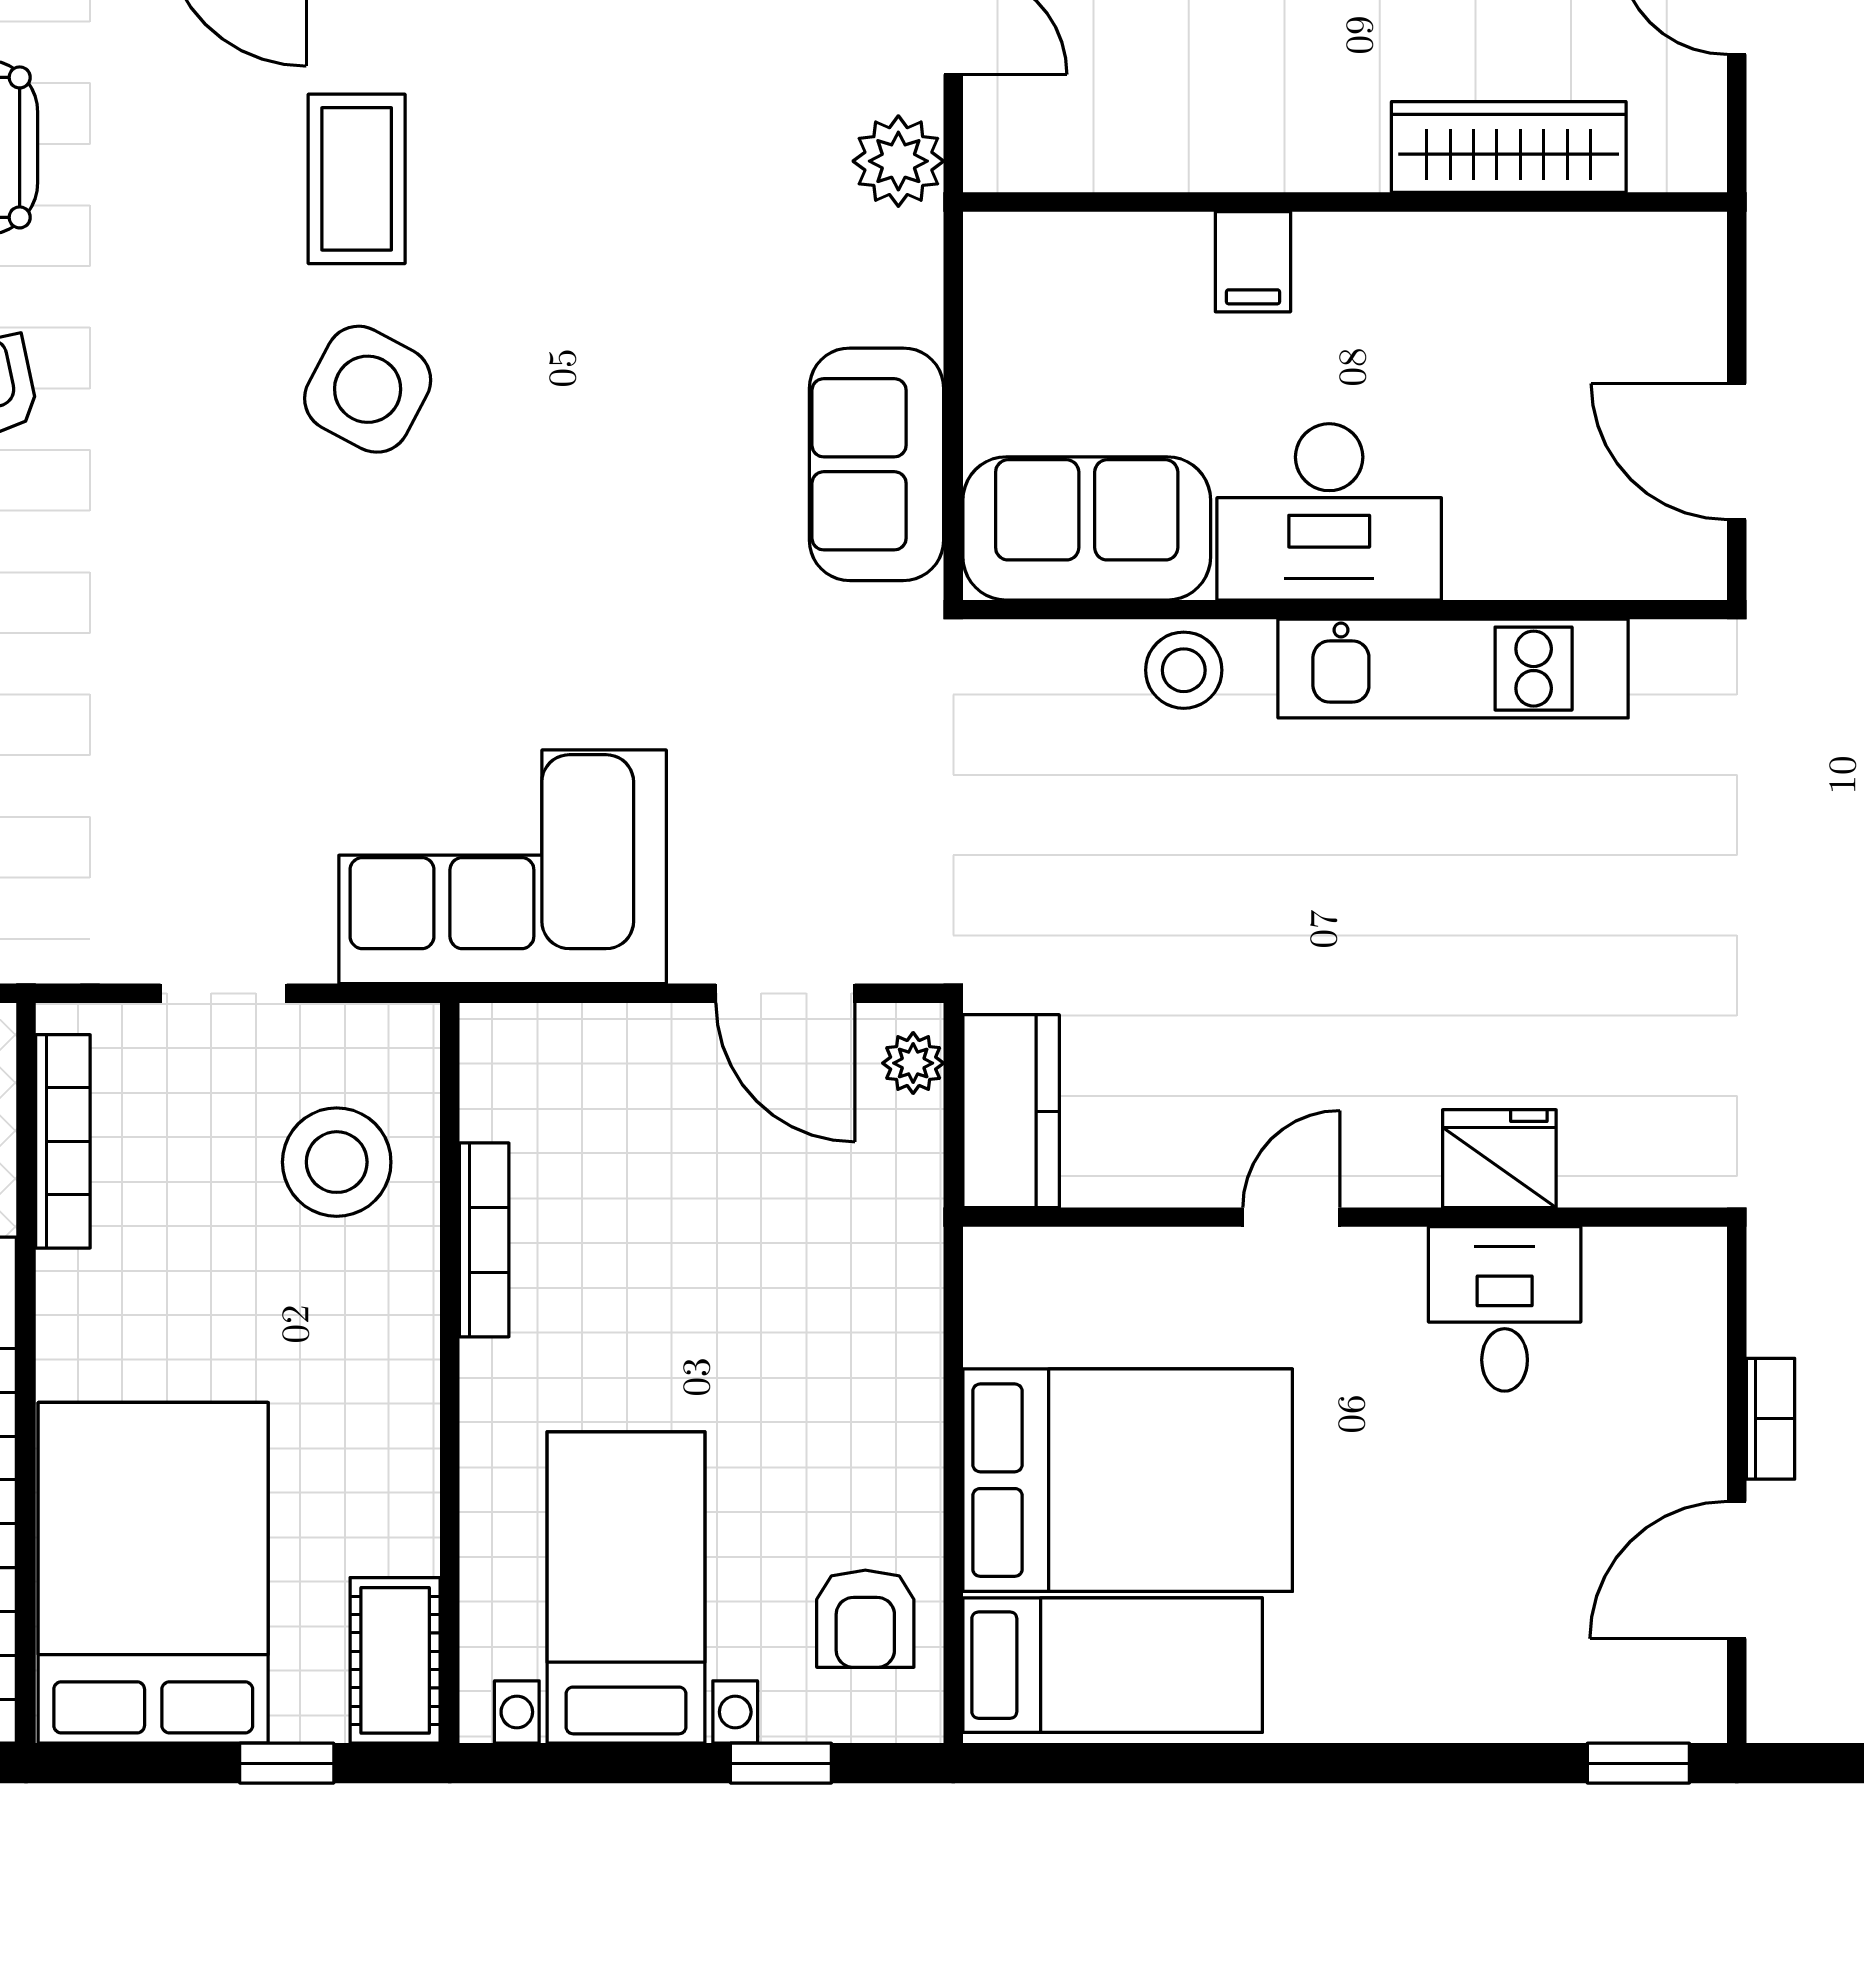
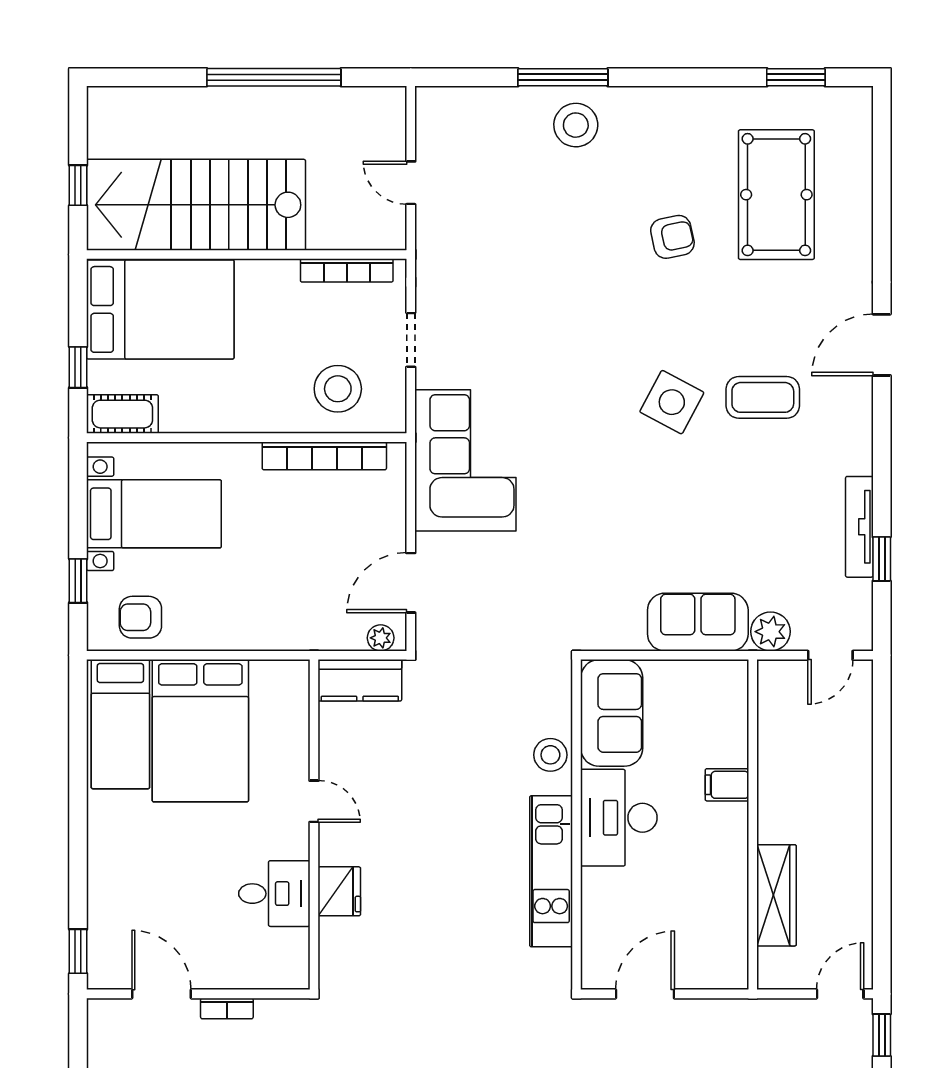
sofa: (876, 464) -> (698, 622), moved
bookcase: (484, 1240) -> (324, 456), width x1.48, depth x1.31

